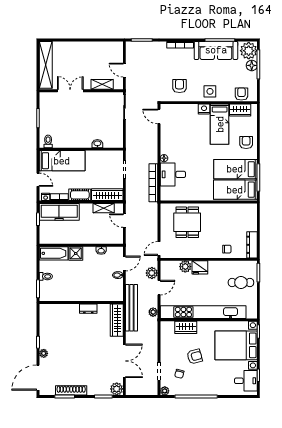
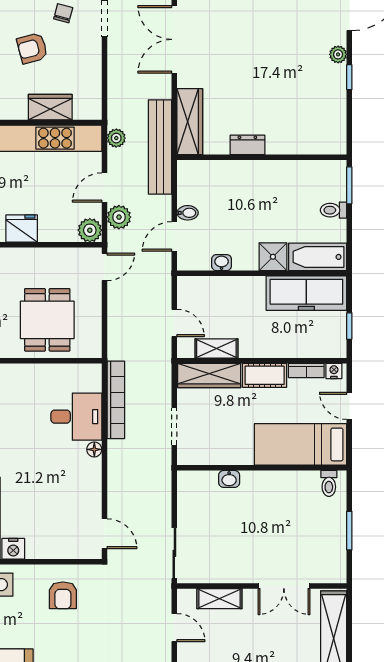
freezer: (59, 212) -> (306, 293), moved, turned 180
plant: (185, 267) -> (90, 230), moved

